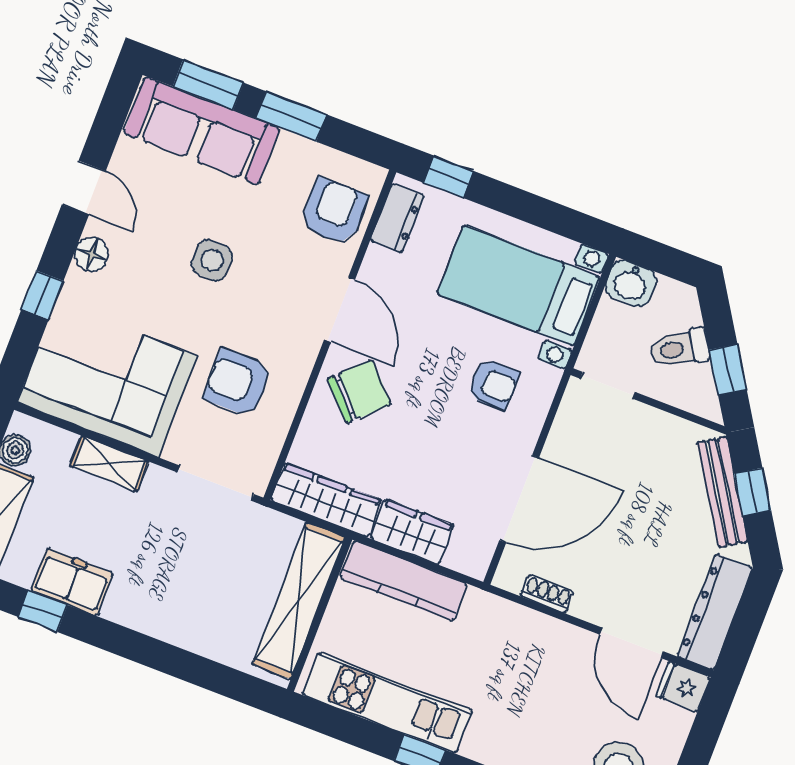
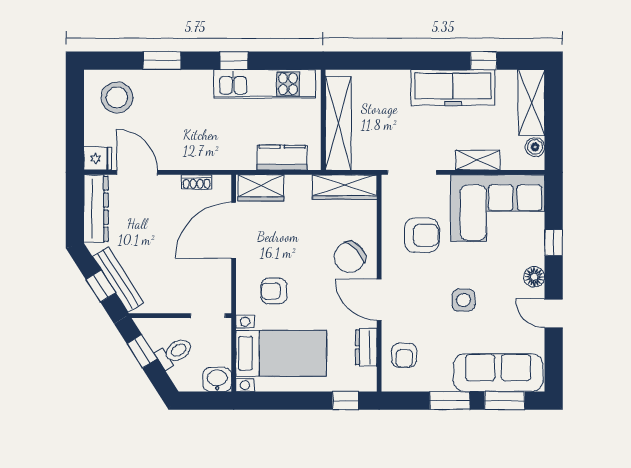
armchair: (334, 211) -> (404, 355), width x0.72, depth x0.72
dresser: (397, 218) -> (366, 347), moved
wardrobe: (412, 532) -> (261, 188), moved
kitchen counter: (404, 581) -> (282, 158), width x0.67
freezer: (72, 582) -> (453, 88), width x1.91, depth x1.26

